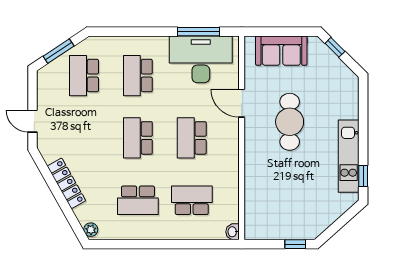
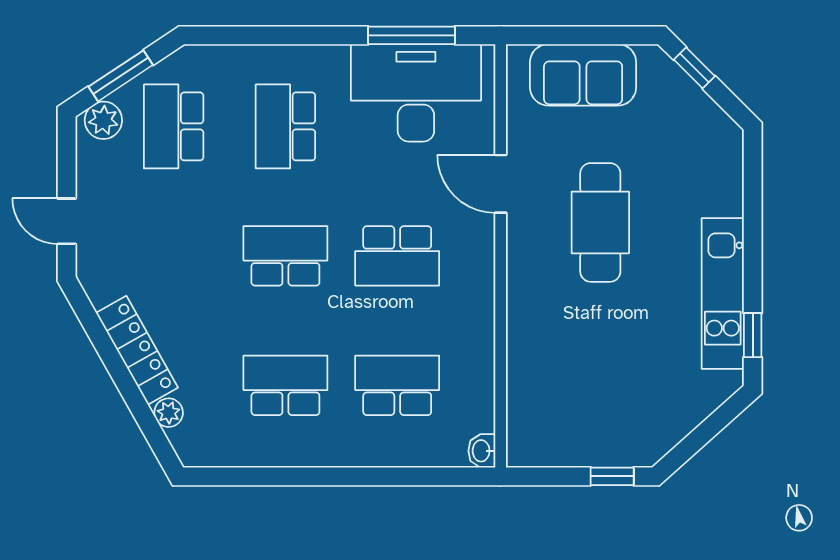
plant: (50, 73) -> (103, 120), added
school desk: (138, 138) -> (285, 256), turned 90
school desk: (192, 138) -> (397, 256), turned -90
school desk: (138, 200) -> (285, 385), turned 180
plant: (91, 230) -> (169, 413), moved

